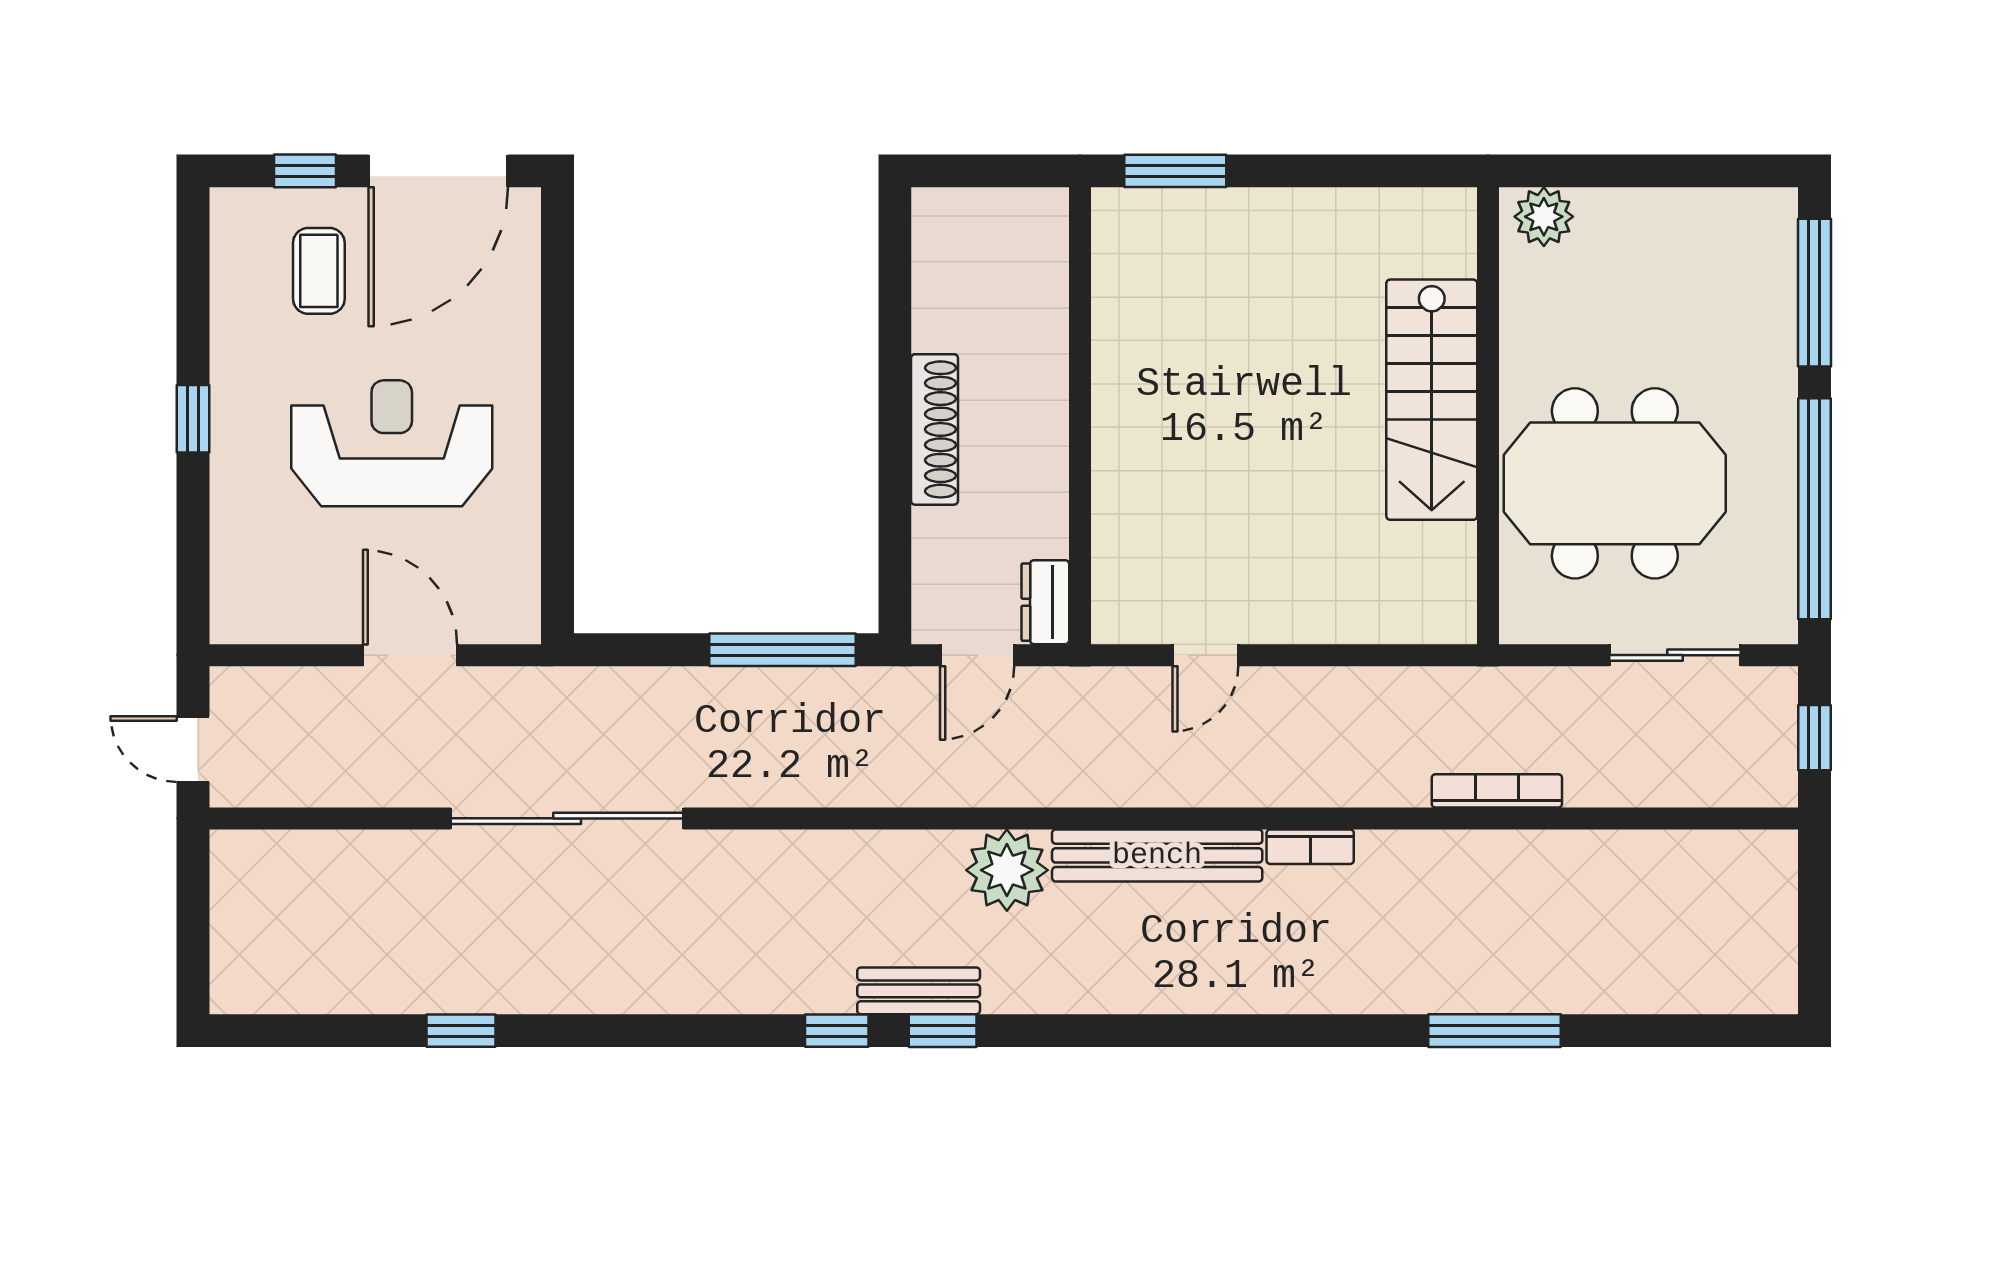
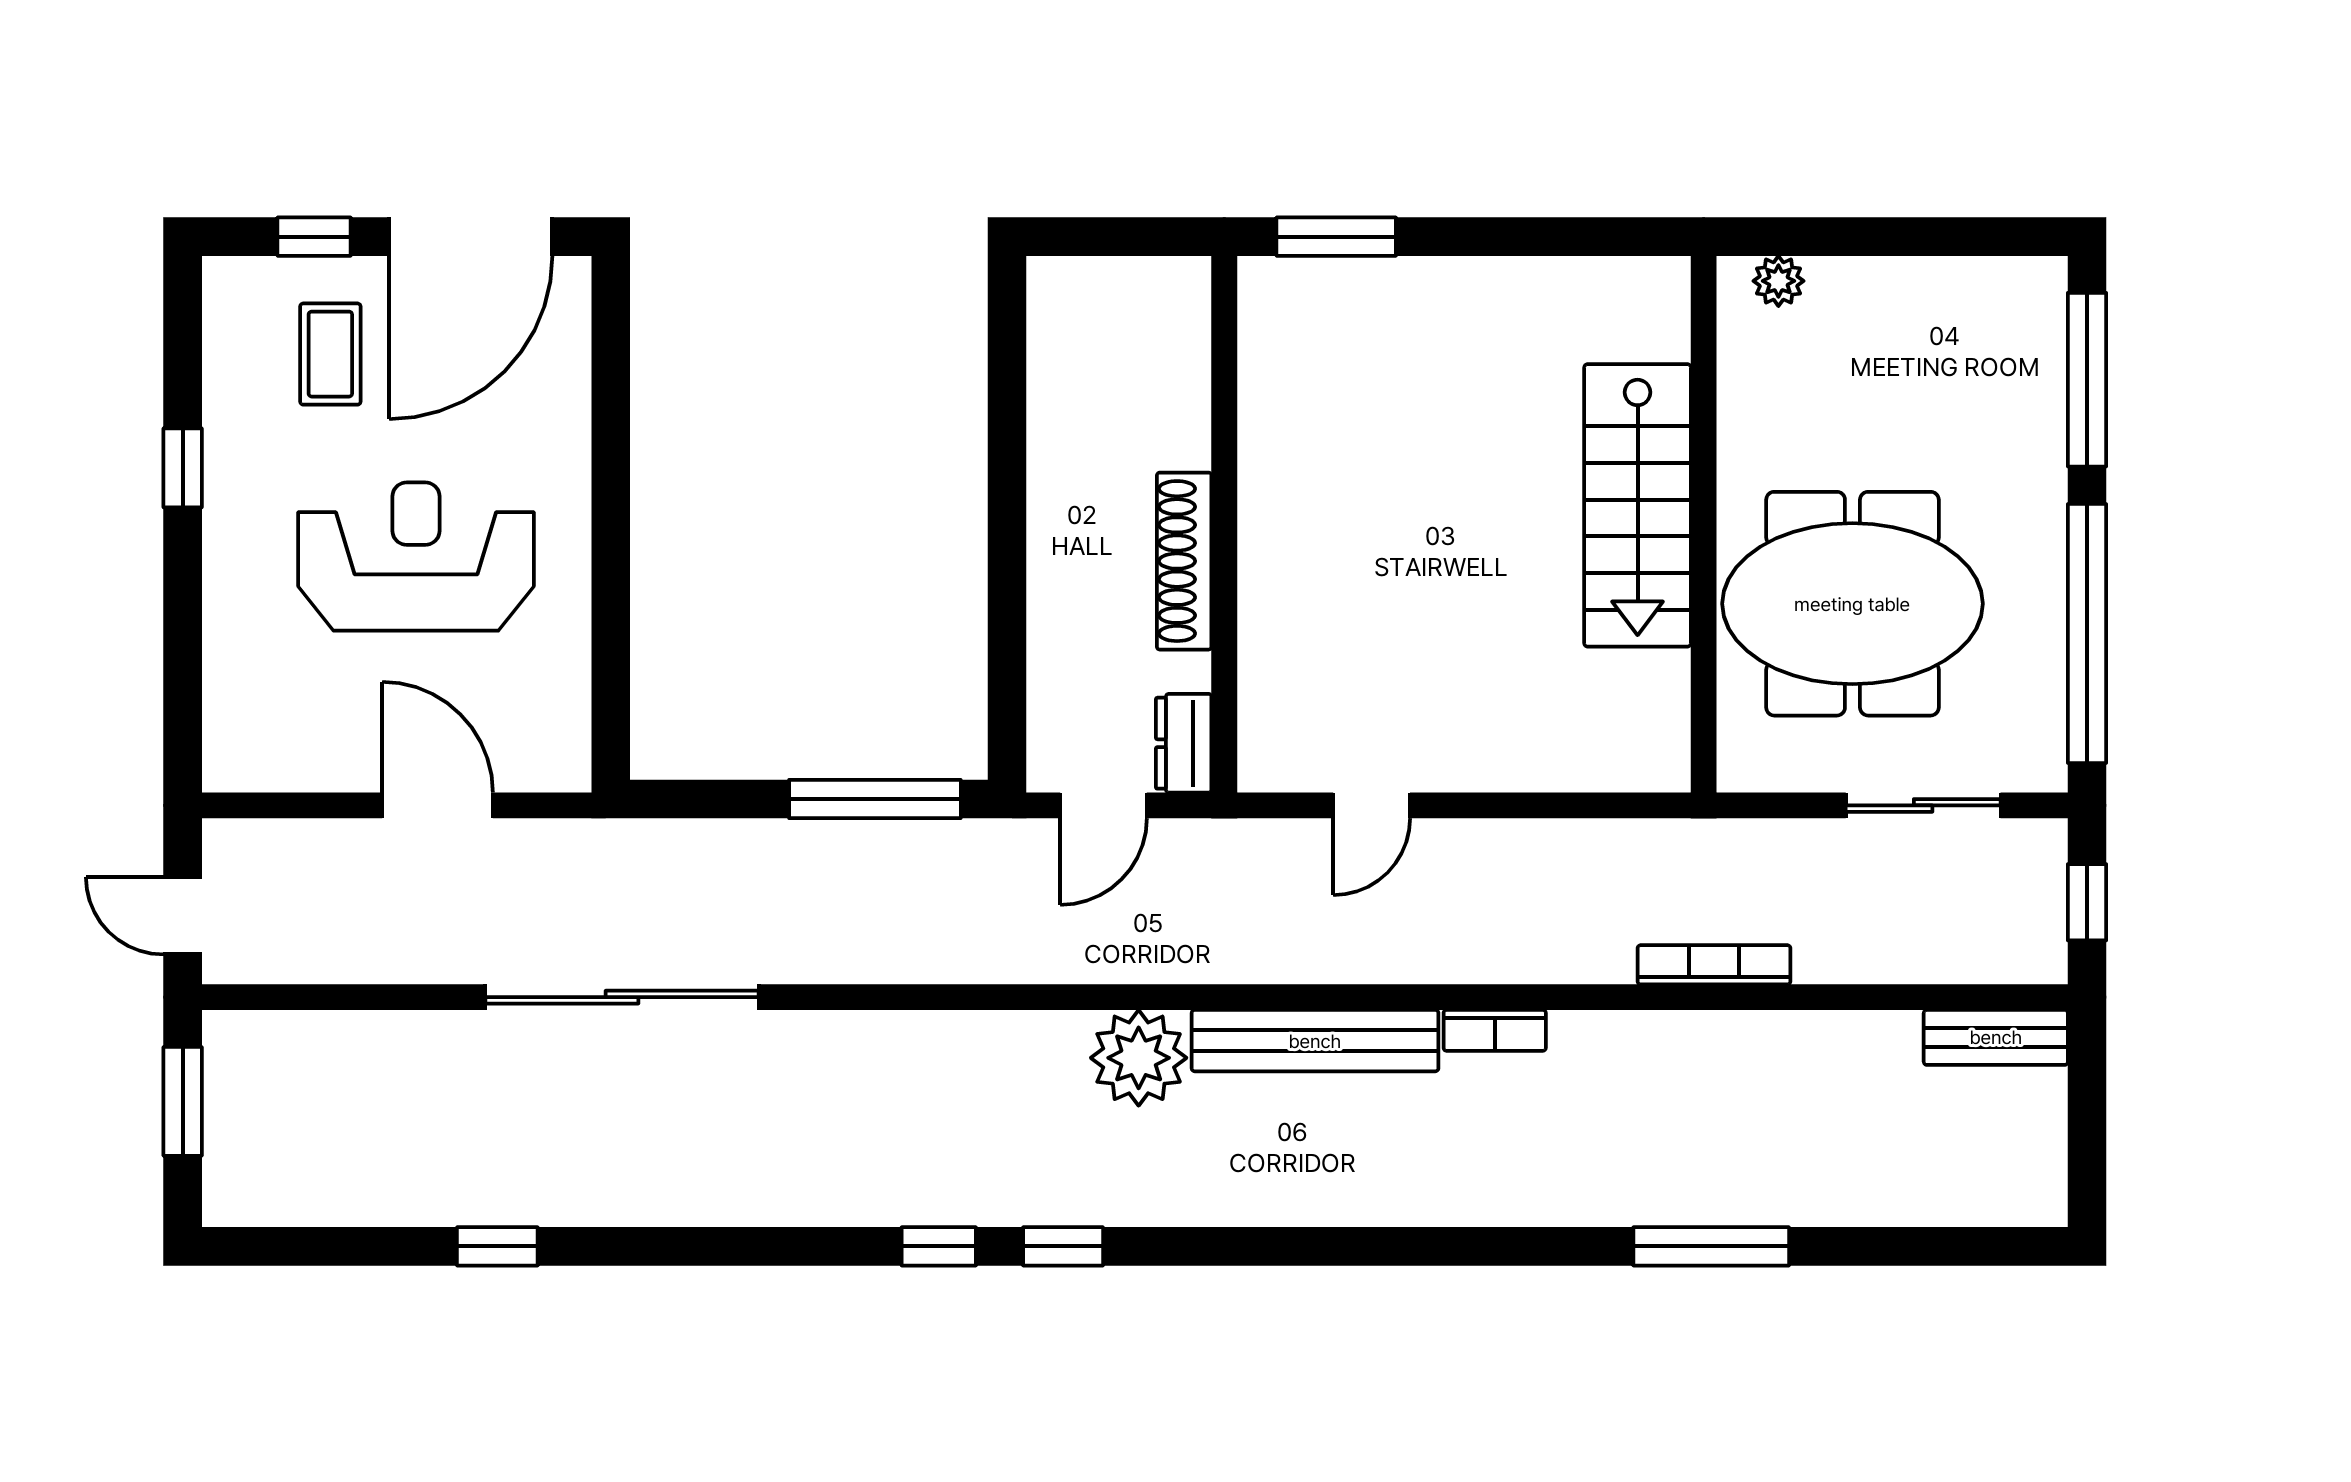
plant: (1544, 217) -> (1778, 281), width x0.73, depth x0.73
window: (193, 419) -> (183, 468), moved
shoe rack: (935, 429) -> (1184, 561), moved, turned 180
window: (193, 907) -> (183, 1101), added
bench: (919, 991) -> (1996, 1037), moved

